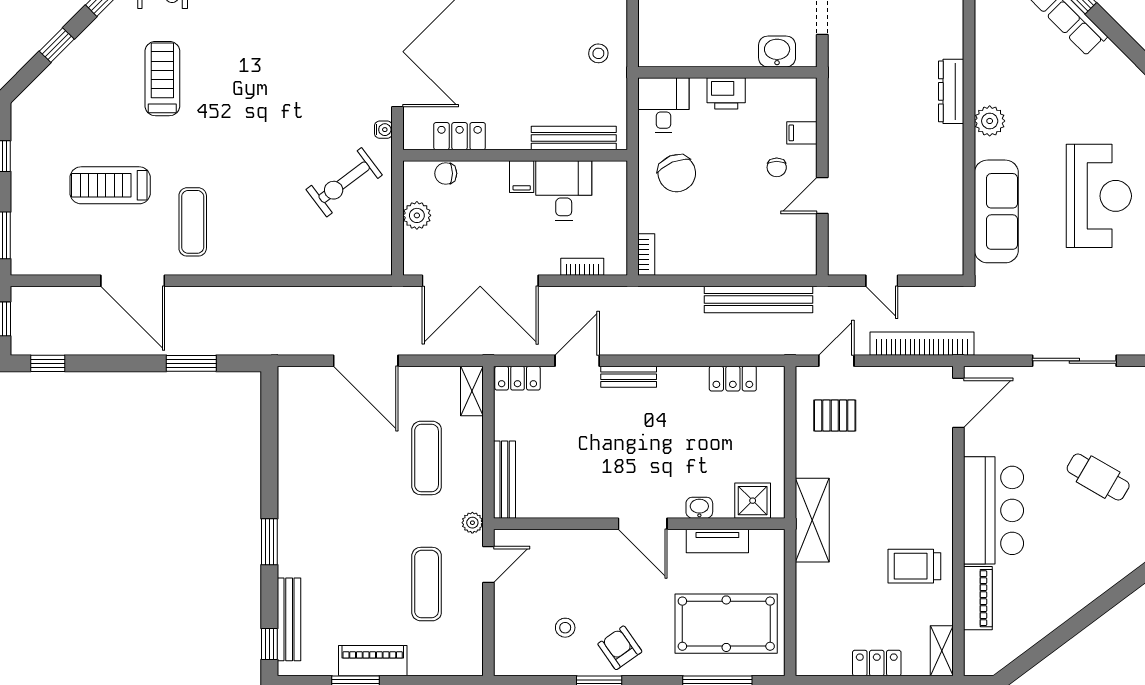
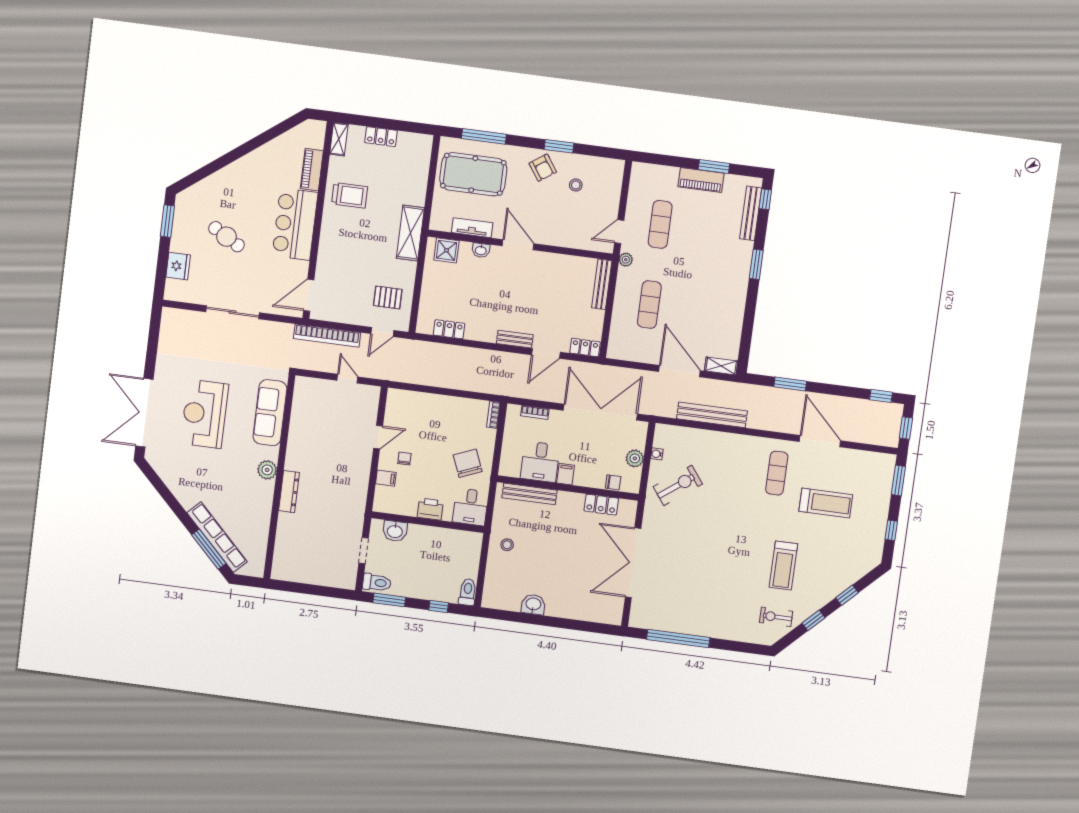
water cooler: (383, 130) -> (657, 454), moved
bench: (758, 299) -> (712, 415), moved
shelving: (472, 391) -> (721, 366), moved, turned 90

